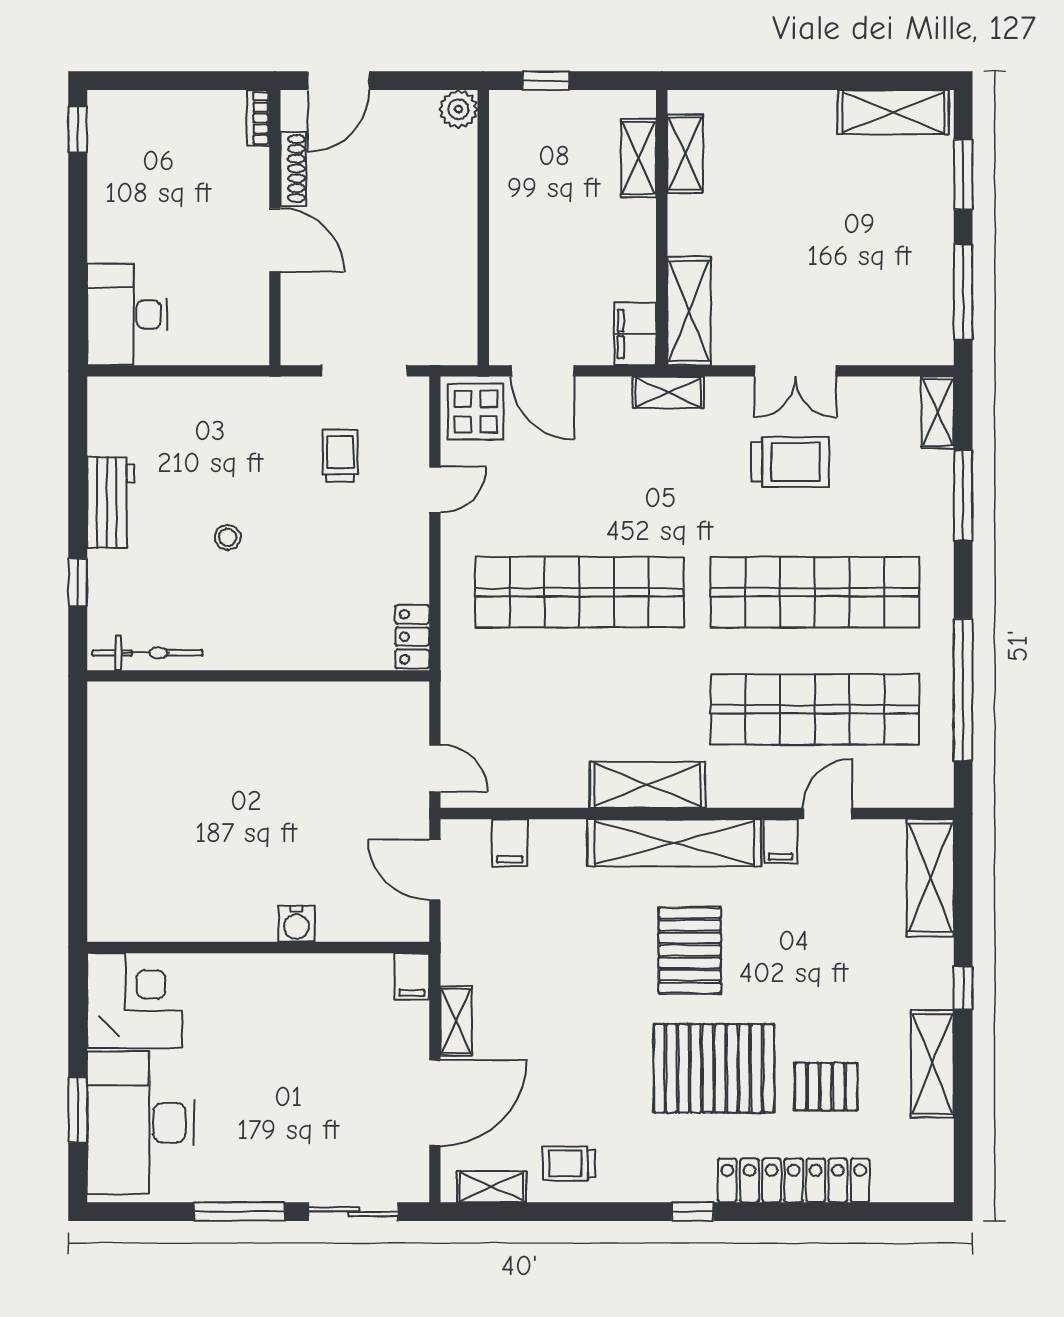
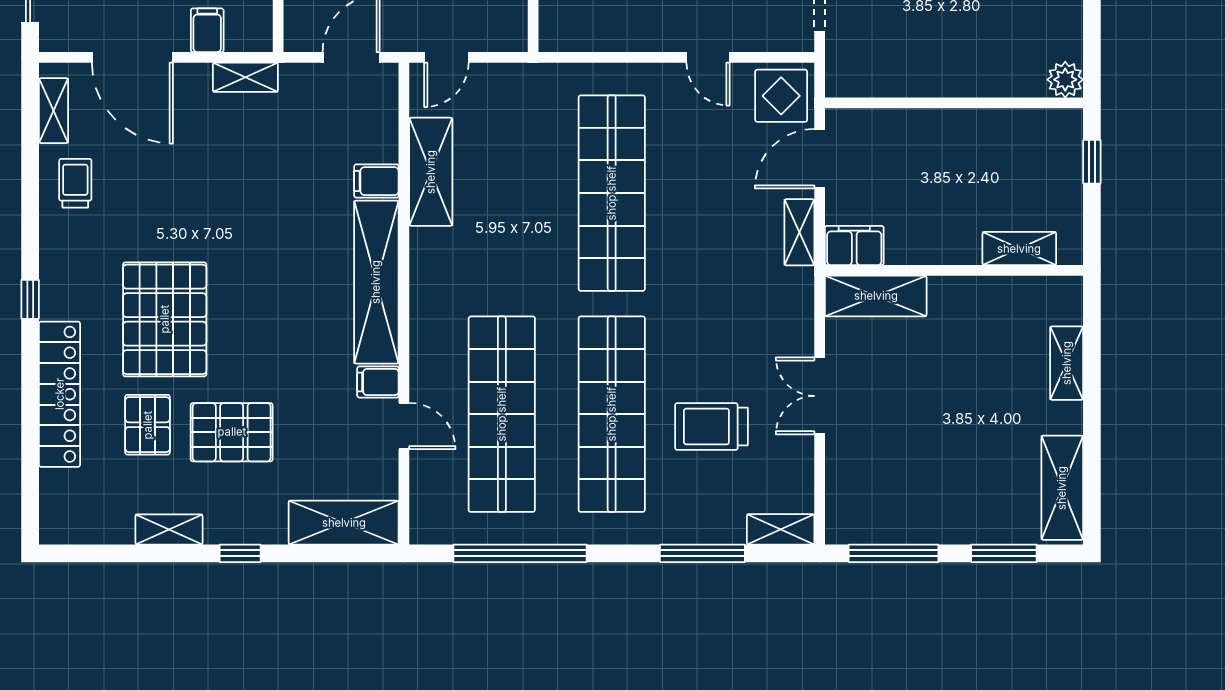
shelving: (685, 154) -> (1067, 363), moved, turned 90
shelving: (668, 392) -> (799, 232), moved
trolley: (790, 462) -> (712, 427), moved, turned 90
locker: (412, 637) -> (570, 36), removed
shelving: (647, 785) -> (431, 172), moved
filing cabinet: (510, 843) -> (376, 181), moved
pallet: (690, 950) -> (232, 432), moved
filing cabinet: (412, 976) -> (207, 30), moved, turned 90
shelving: (456, 1021) -> (245, 77), moved
shelving: (932, 1064) -> (169, 529), width x0.67, depth x0.75

